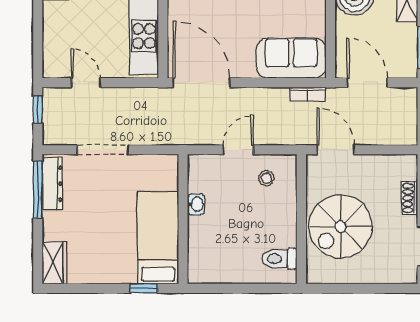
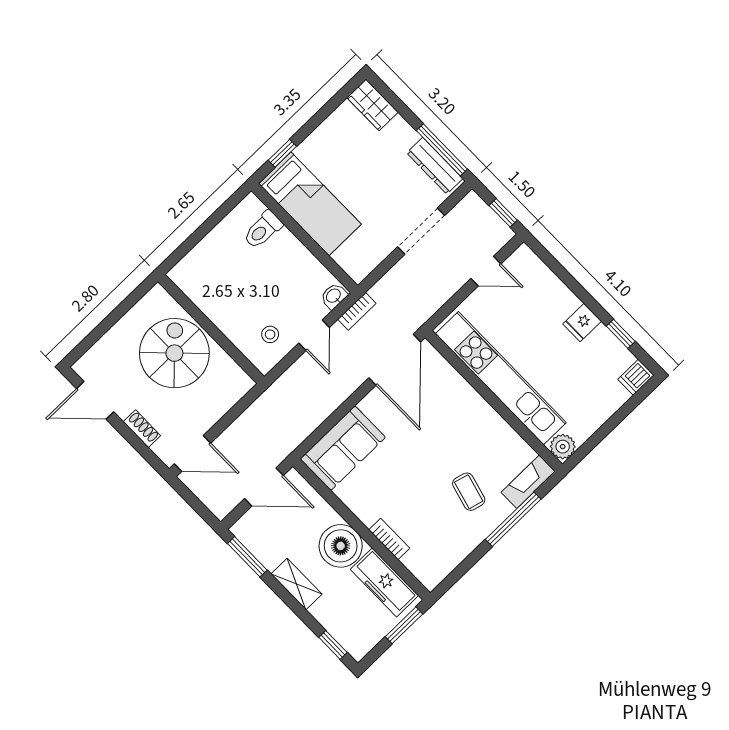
door: (201, 83) -> (395, 360), hinge flipped
bookcase: (307, 94) -> (357, 311), moved, turned 180
door: (336, 150) -> (192, 454), moved
washbasin: (196, 204) -> (334, 296), moved, turned 90
toilet: (279, 259) -> (263, 230), moved, turned 180

